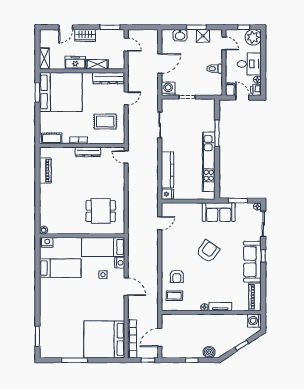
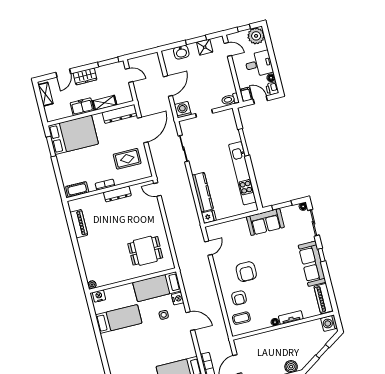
shelving: (44, 58) -> (46, 94), moved
toilet: (214, 69) -> (230, 99), moved
bed: (61, 92) -> (73, 135), width x0.73
door: (126, 98) -> (143, 130), width x1.88
armchair: (208, 251) -> (246, 272), moved, turned 145

